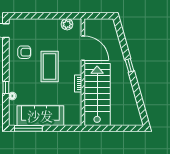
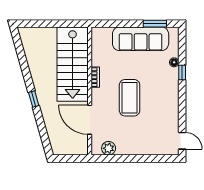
armchair: (24, 52) -> (160, 115), removed
window: (28, 128) -> (155, 24), width x0.69

